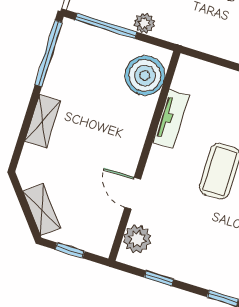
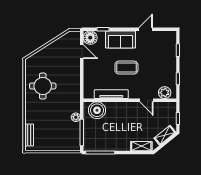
tv unit: (171, 119) -> (111, 94), width x1.41
shelving: (43, 121) -> (141, 146), moved
door: (133, 193) -> (146, 100), hinge flipped

